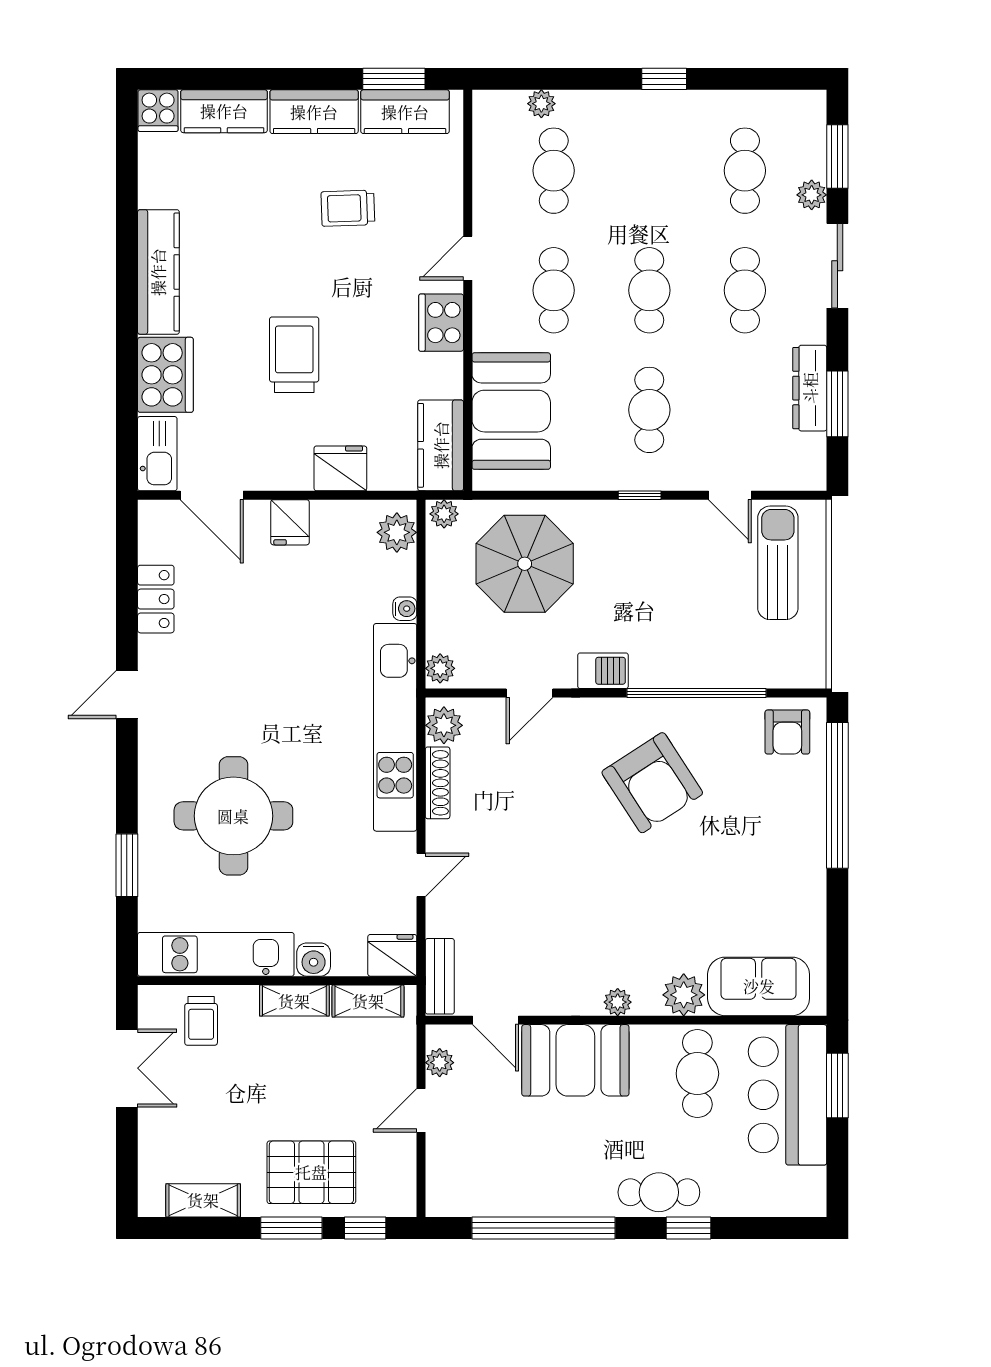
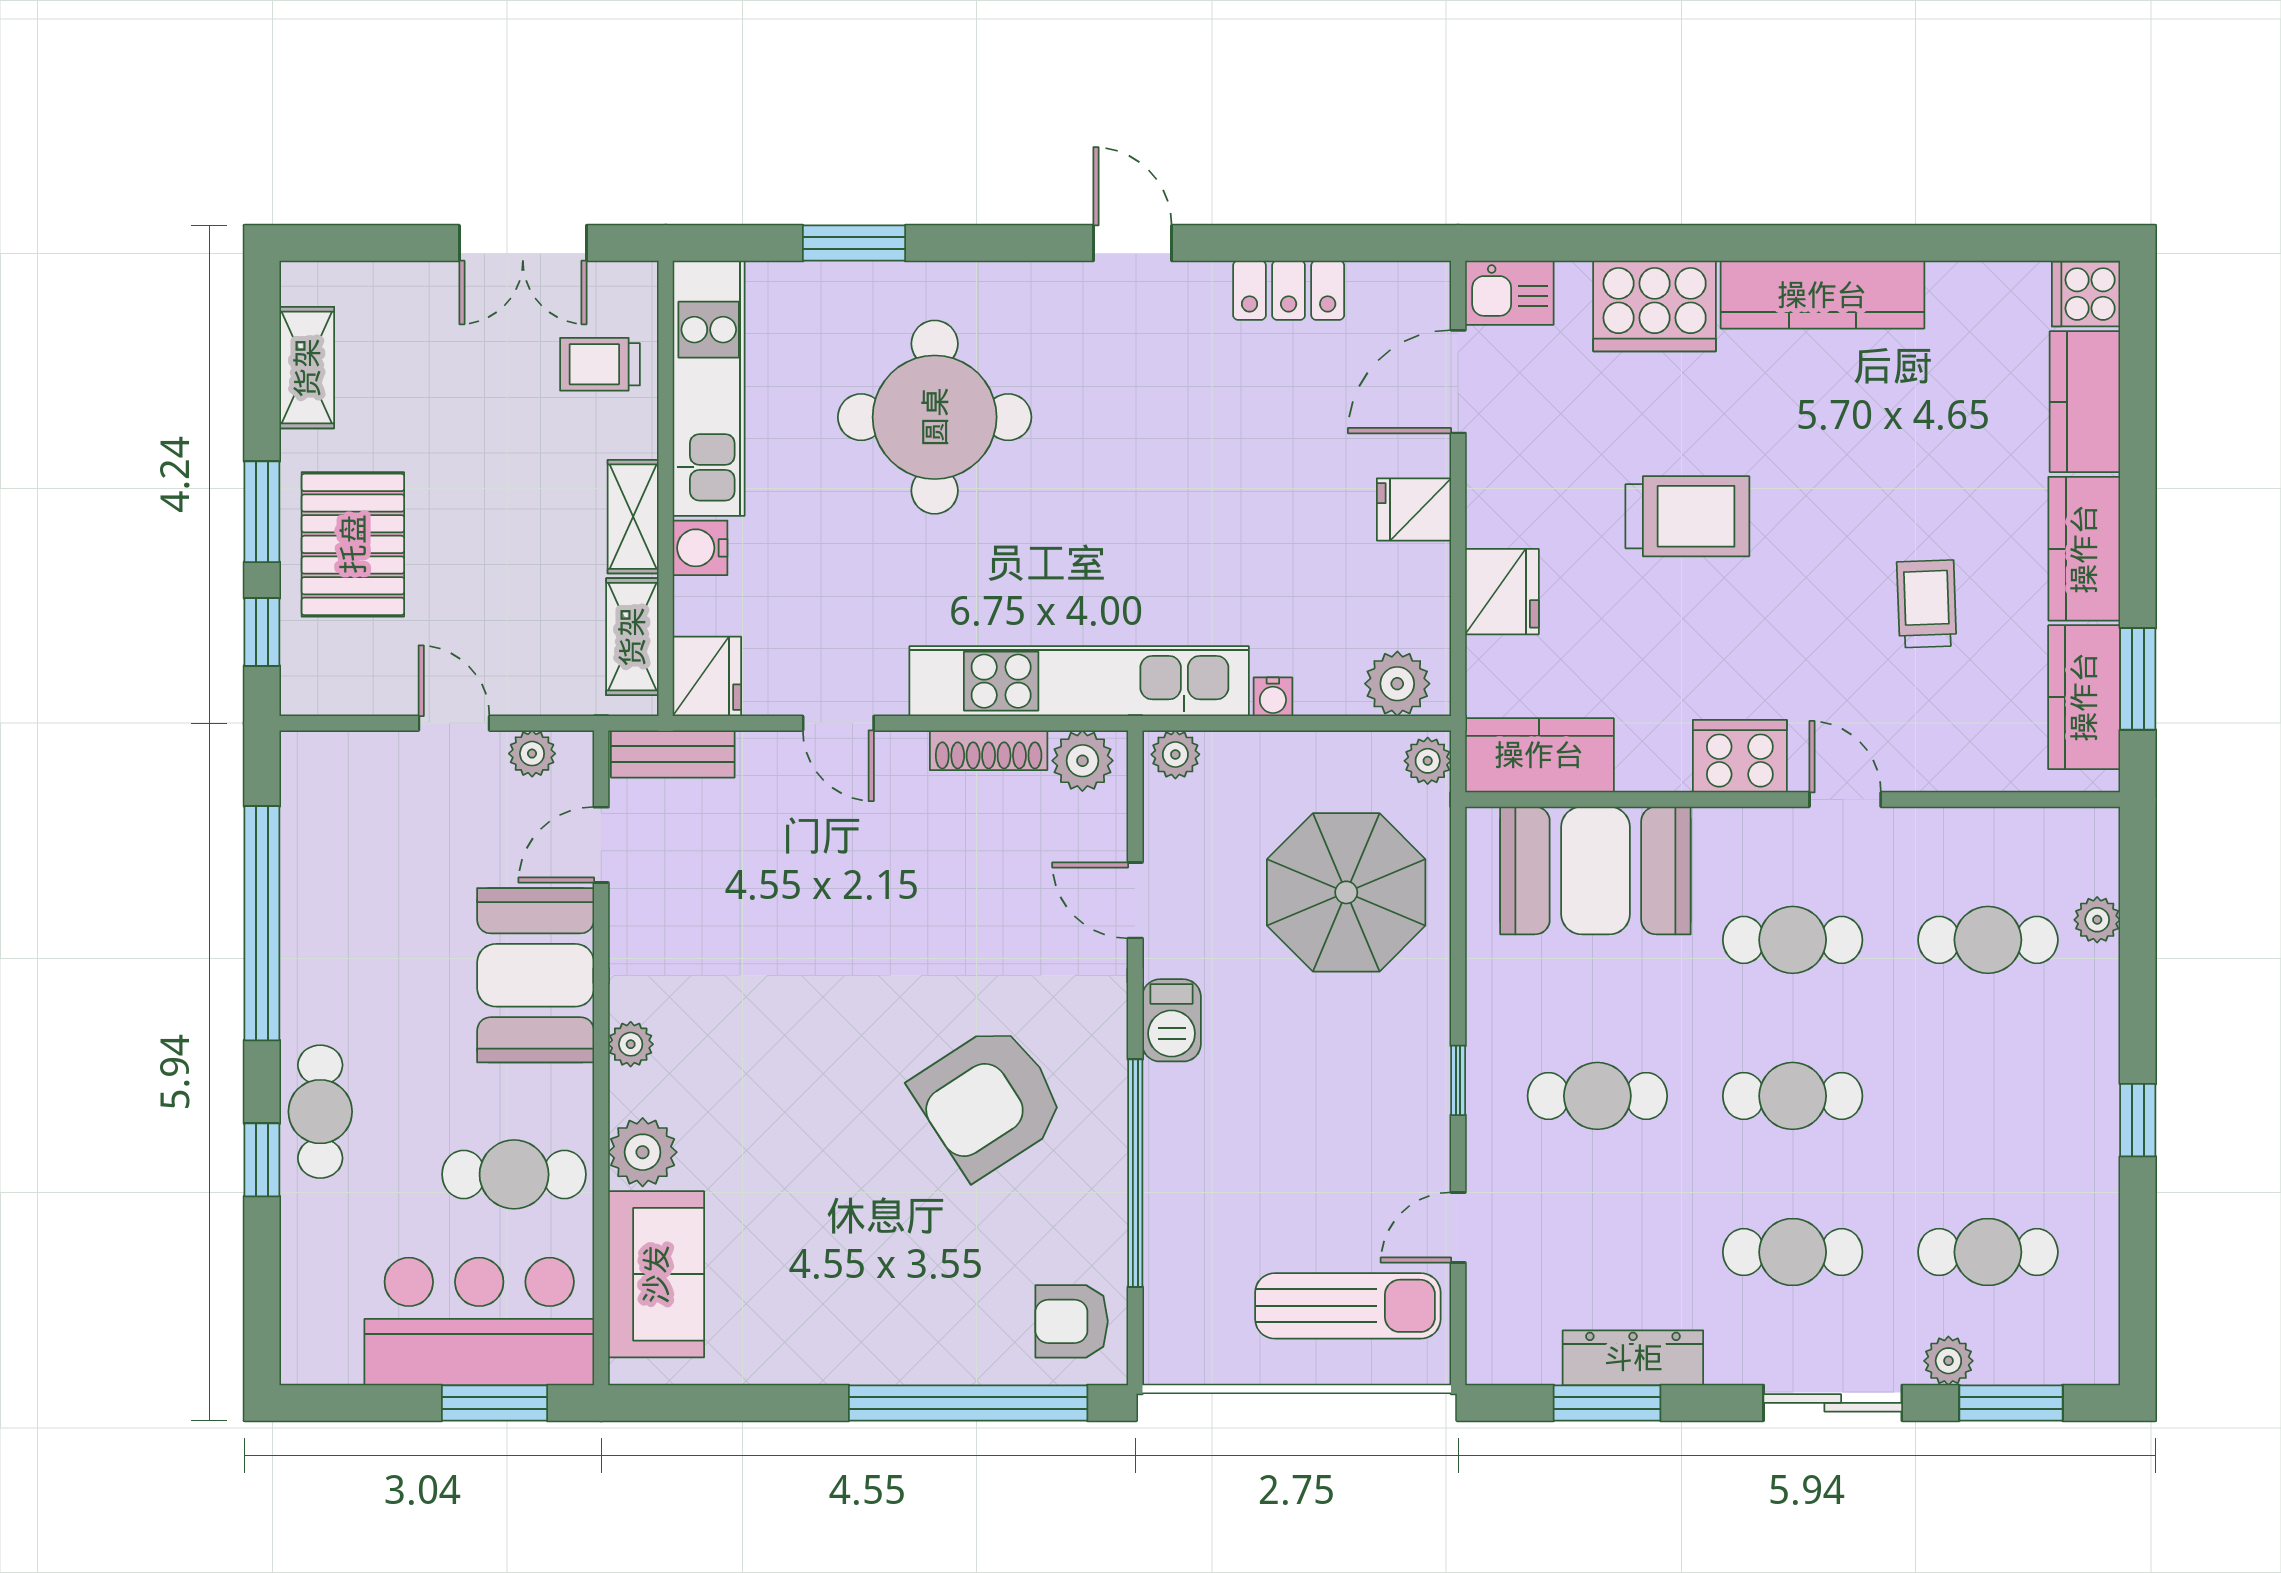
kitchen sink: (157, 454) -> (1509, 293), width x0.73

